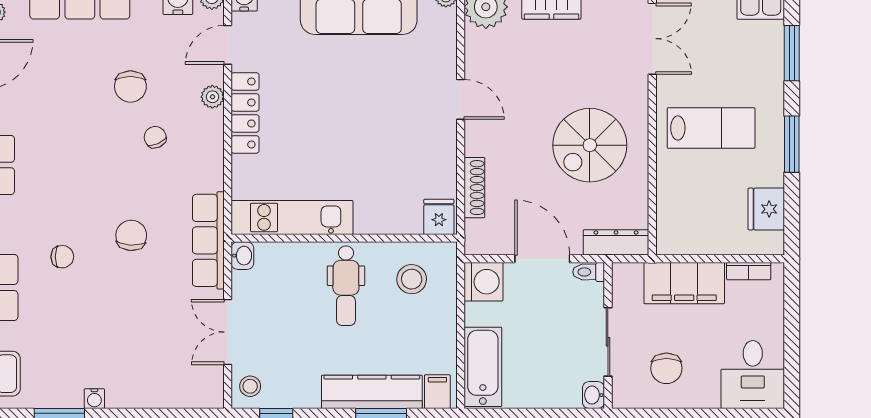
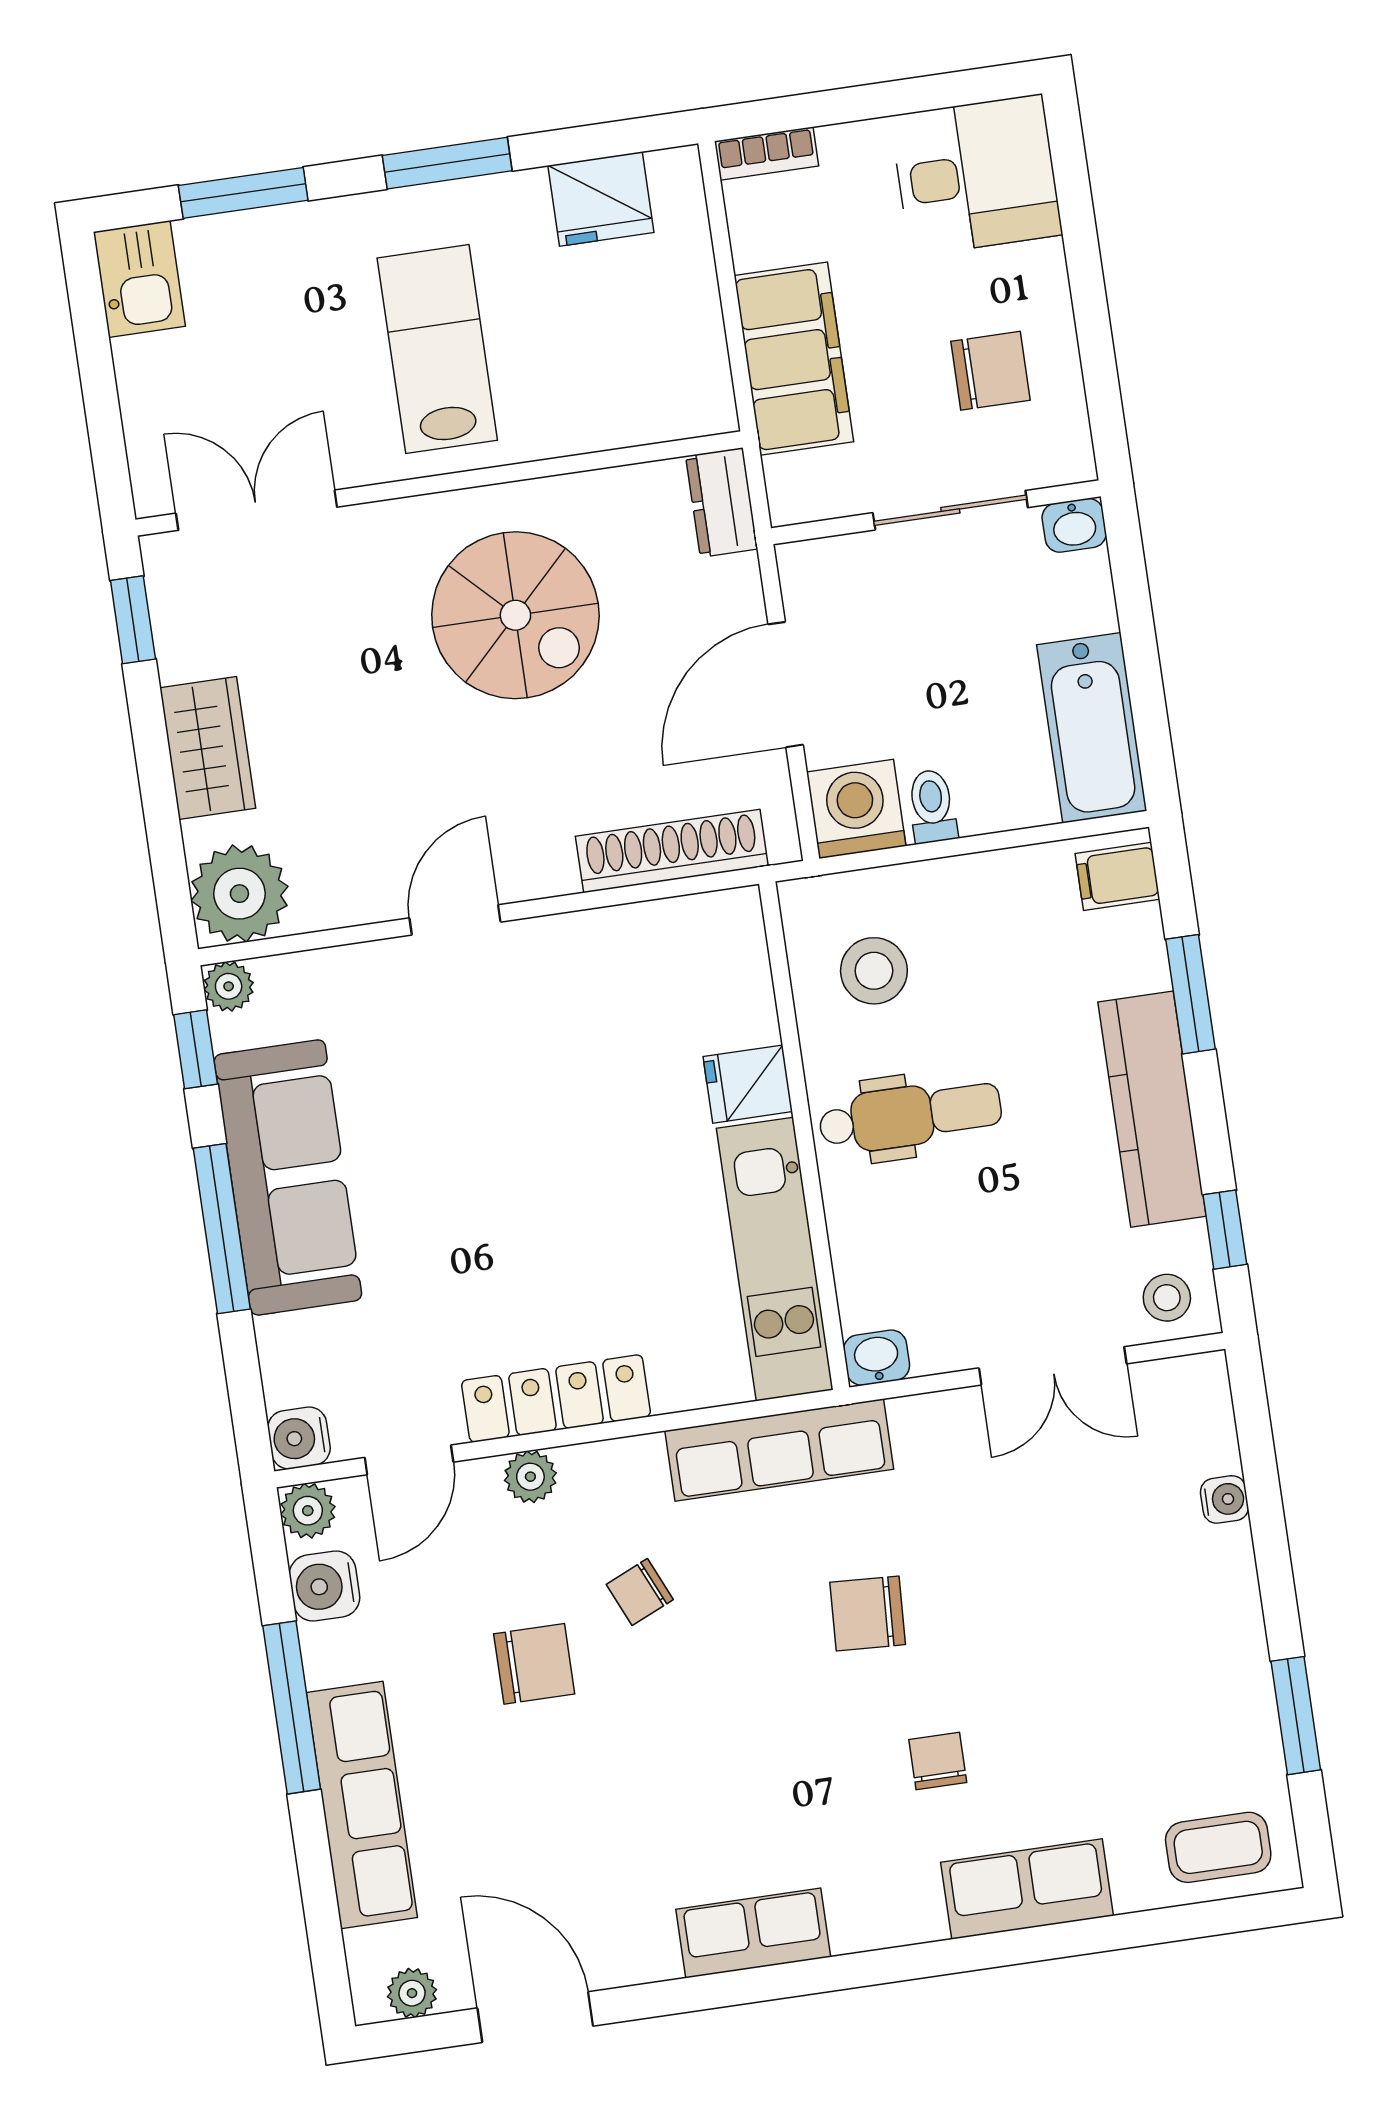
door: (228, 45) -> (409, 1460), hinge flipped
shoe rack: (474, 188) -> (672, 851), width x1.36, depth x1.24
fridge: (439, 217) -> (748, 1084), moved
row of seats: (208, 240) -> (779, 1450), moved
dresser: (616, 242) -> (722, 502), width x0.70
bookcase: (749, 271) -> (767, 154), moved, turned 90
toilet: (589, 272) -> (932, 806), moved, turned 180
bathtub: (483, 367) -> (1092, 728), moved, turned -90
kitchen counter: (372, 392) -> (1152, 1109), moved
water cooler: (94, 399) -> (1224, 1499), moved

